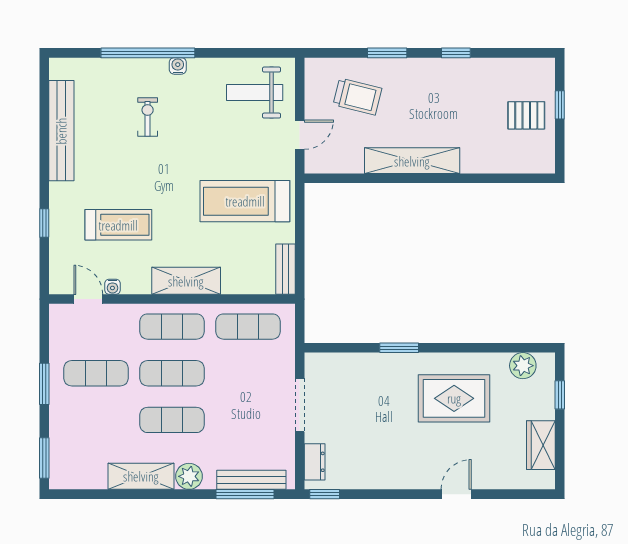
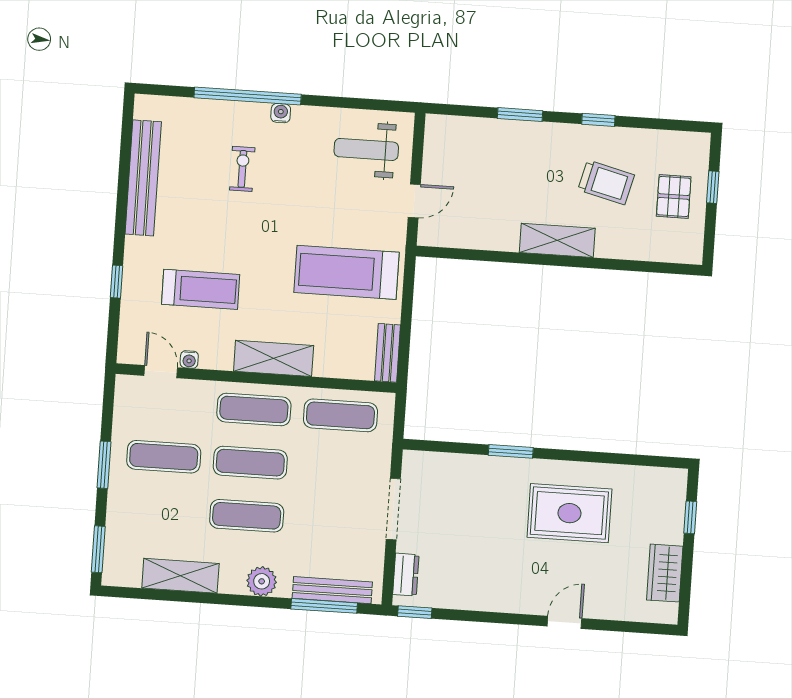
trolley: (357, 97) -> (606, 182), moved
pallet: (526, 115) -> (674, 196), turned 90
shelving: (412, 161) -> (557, 240), width x0.68
plant: (523, 366) -> (650, 481), removed
shelving: (141, 476) -> (180, 576), moved

